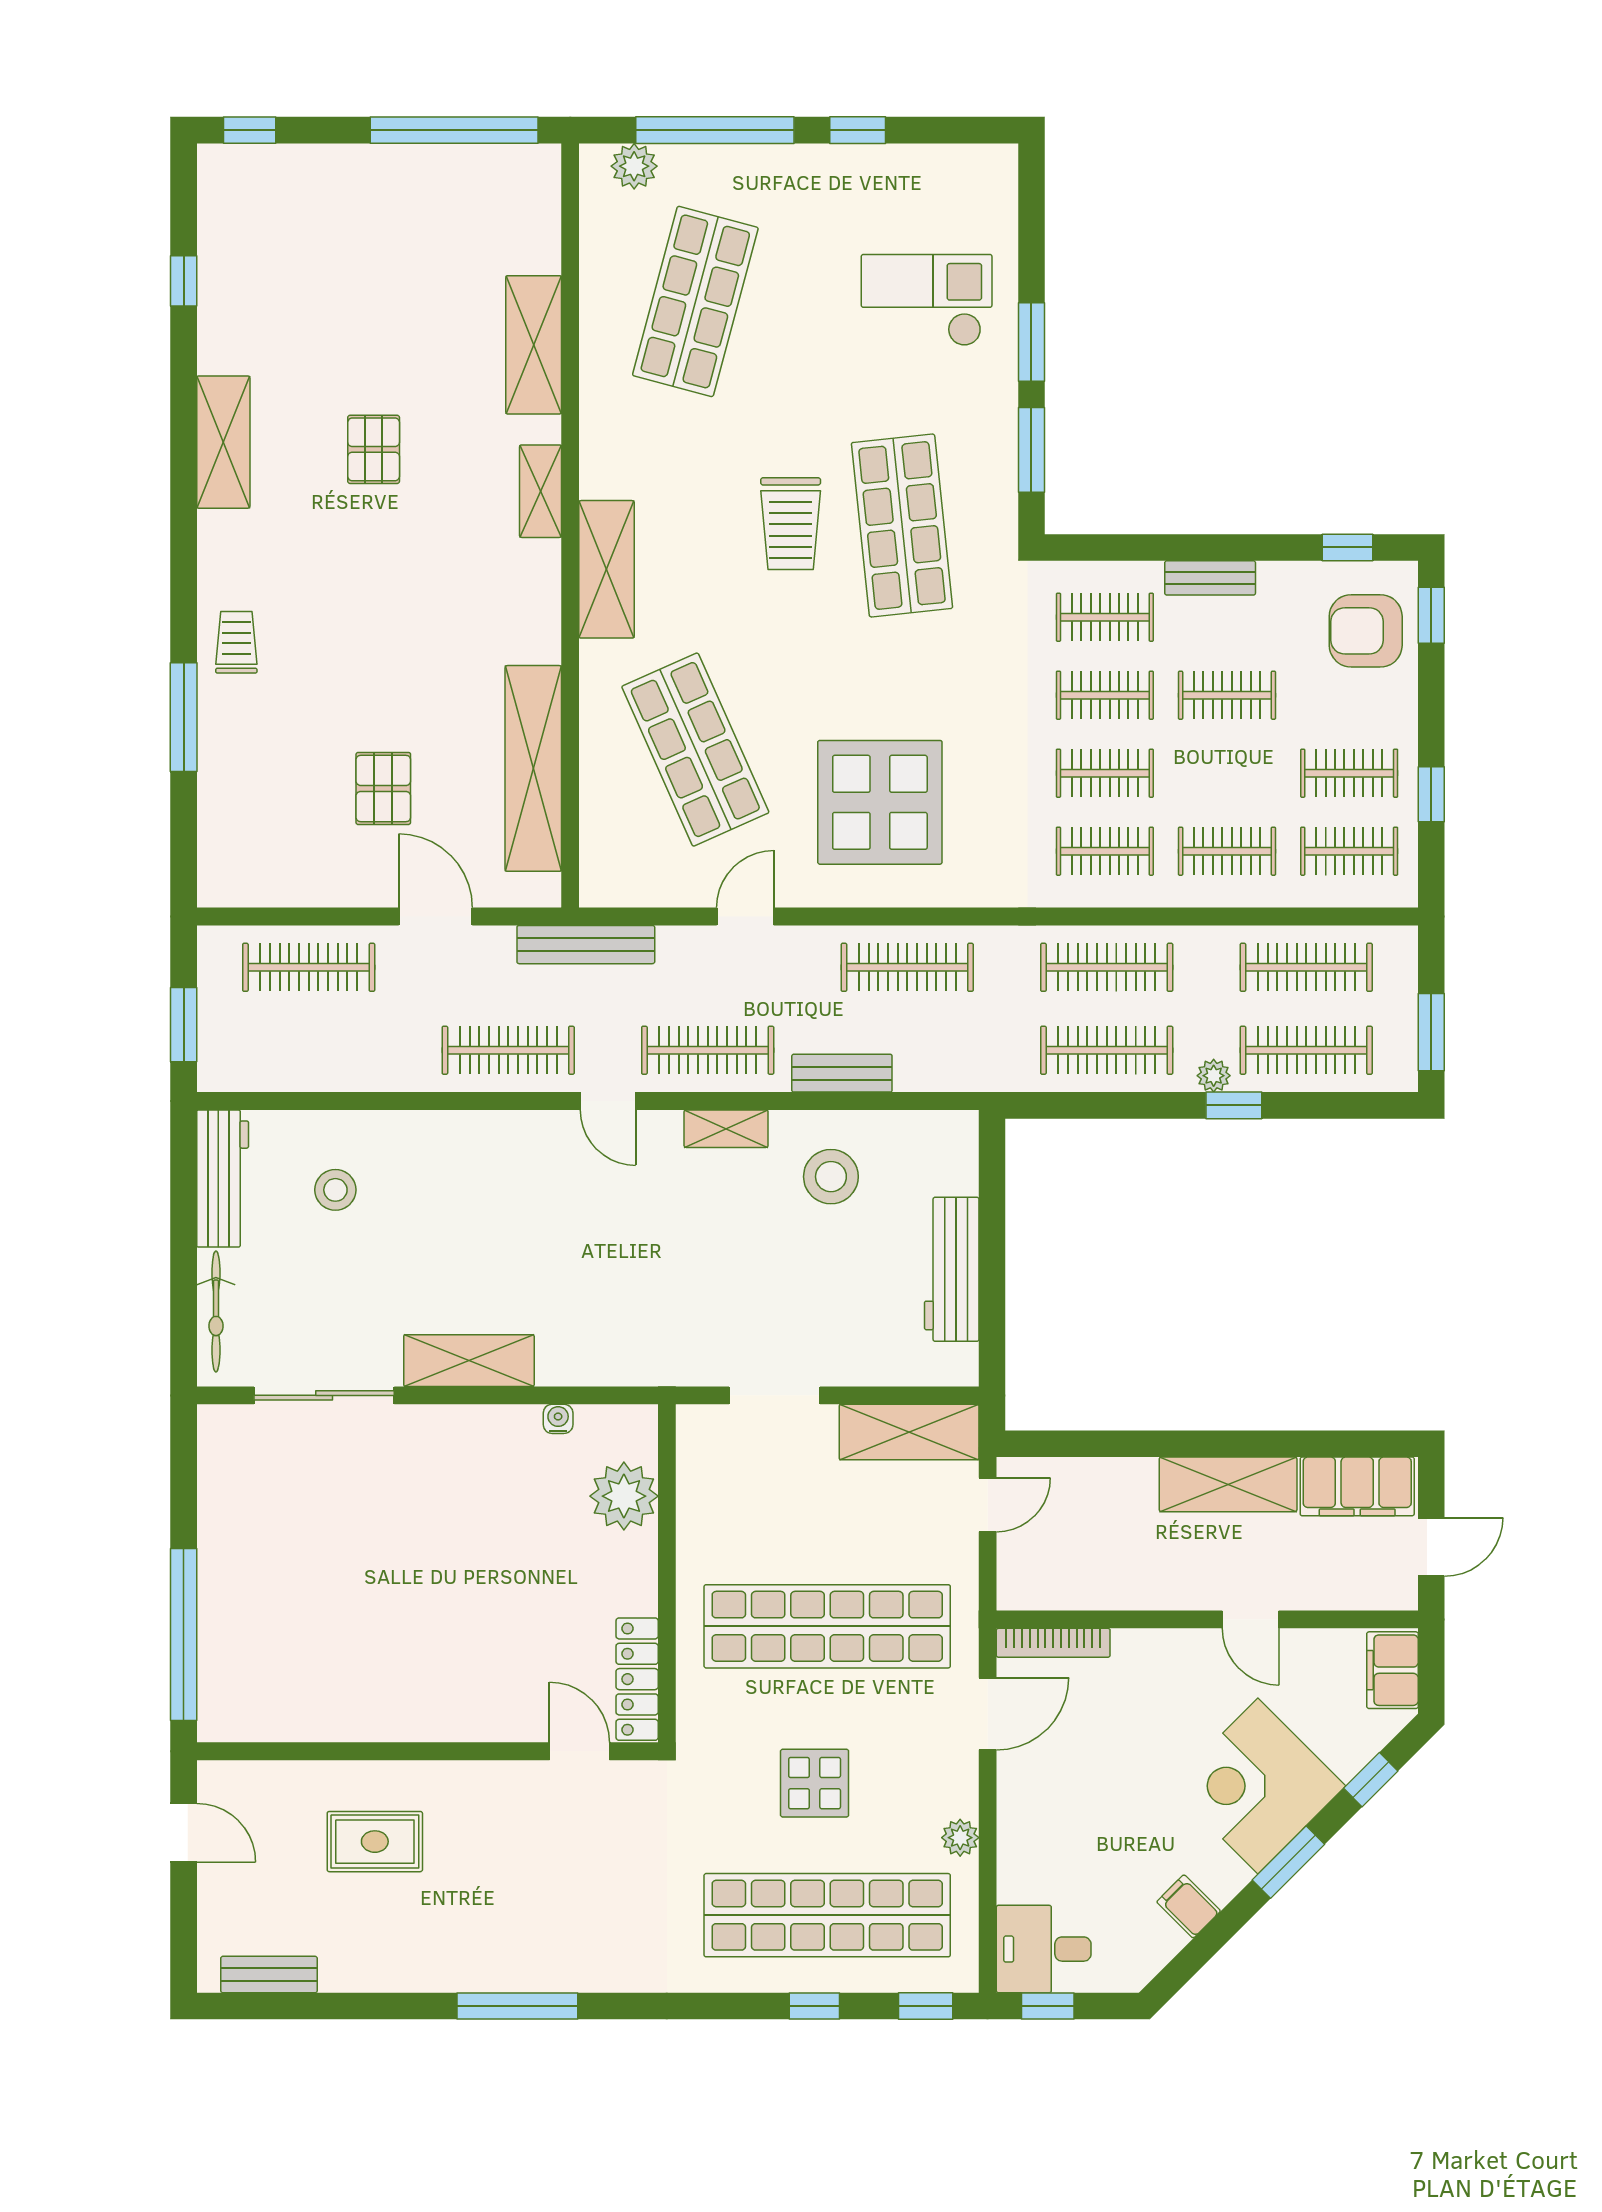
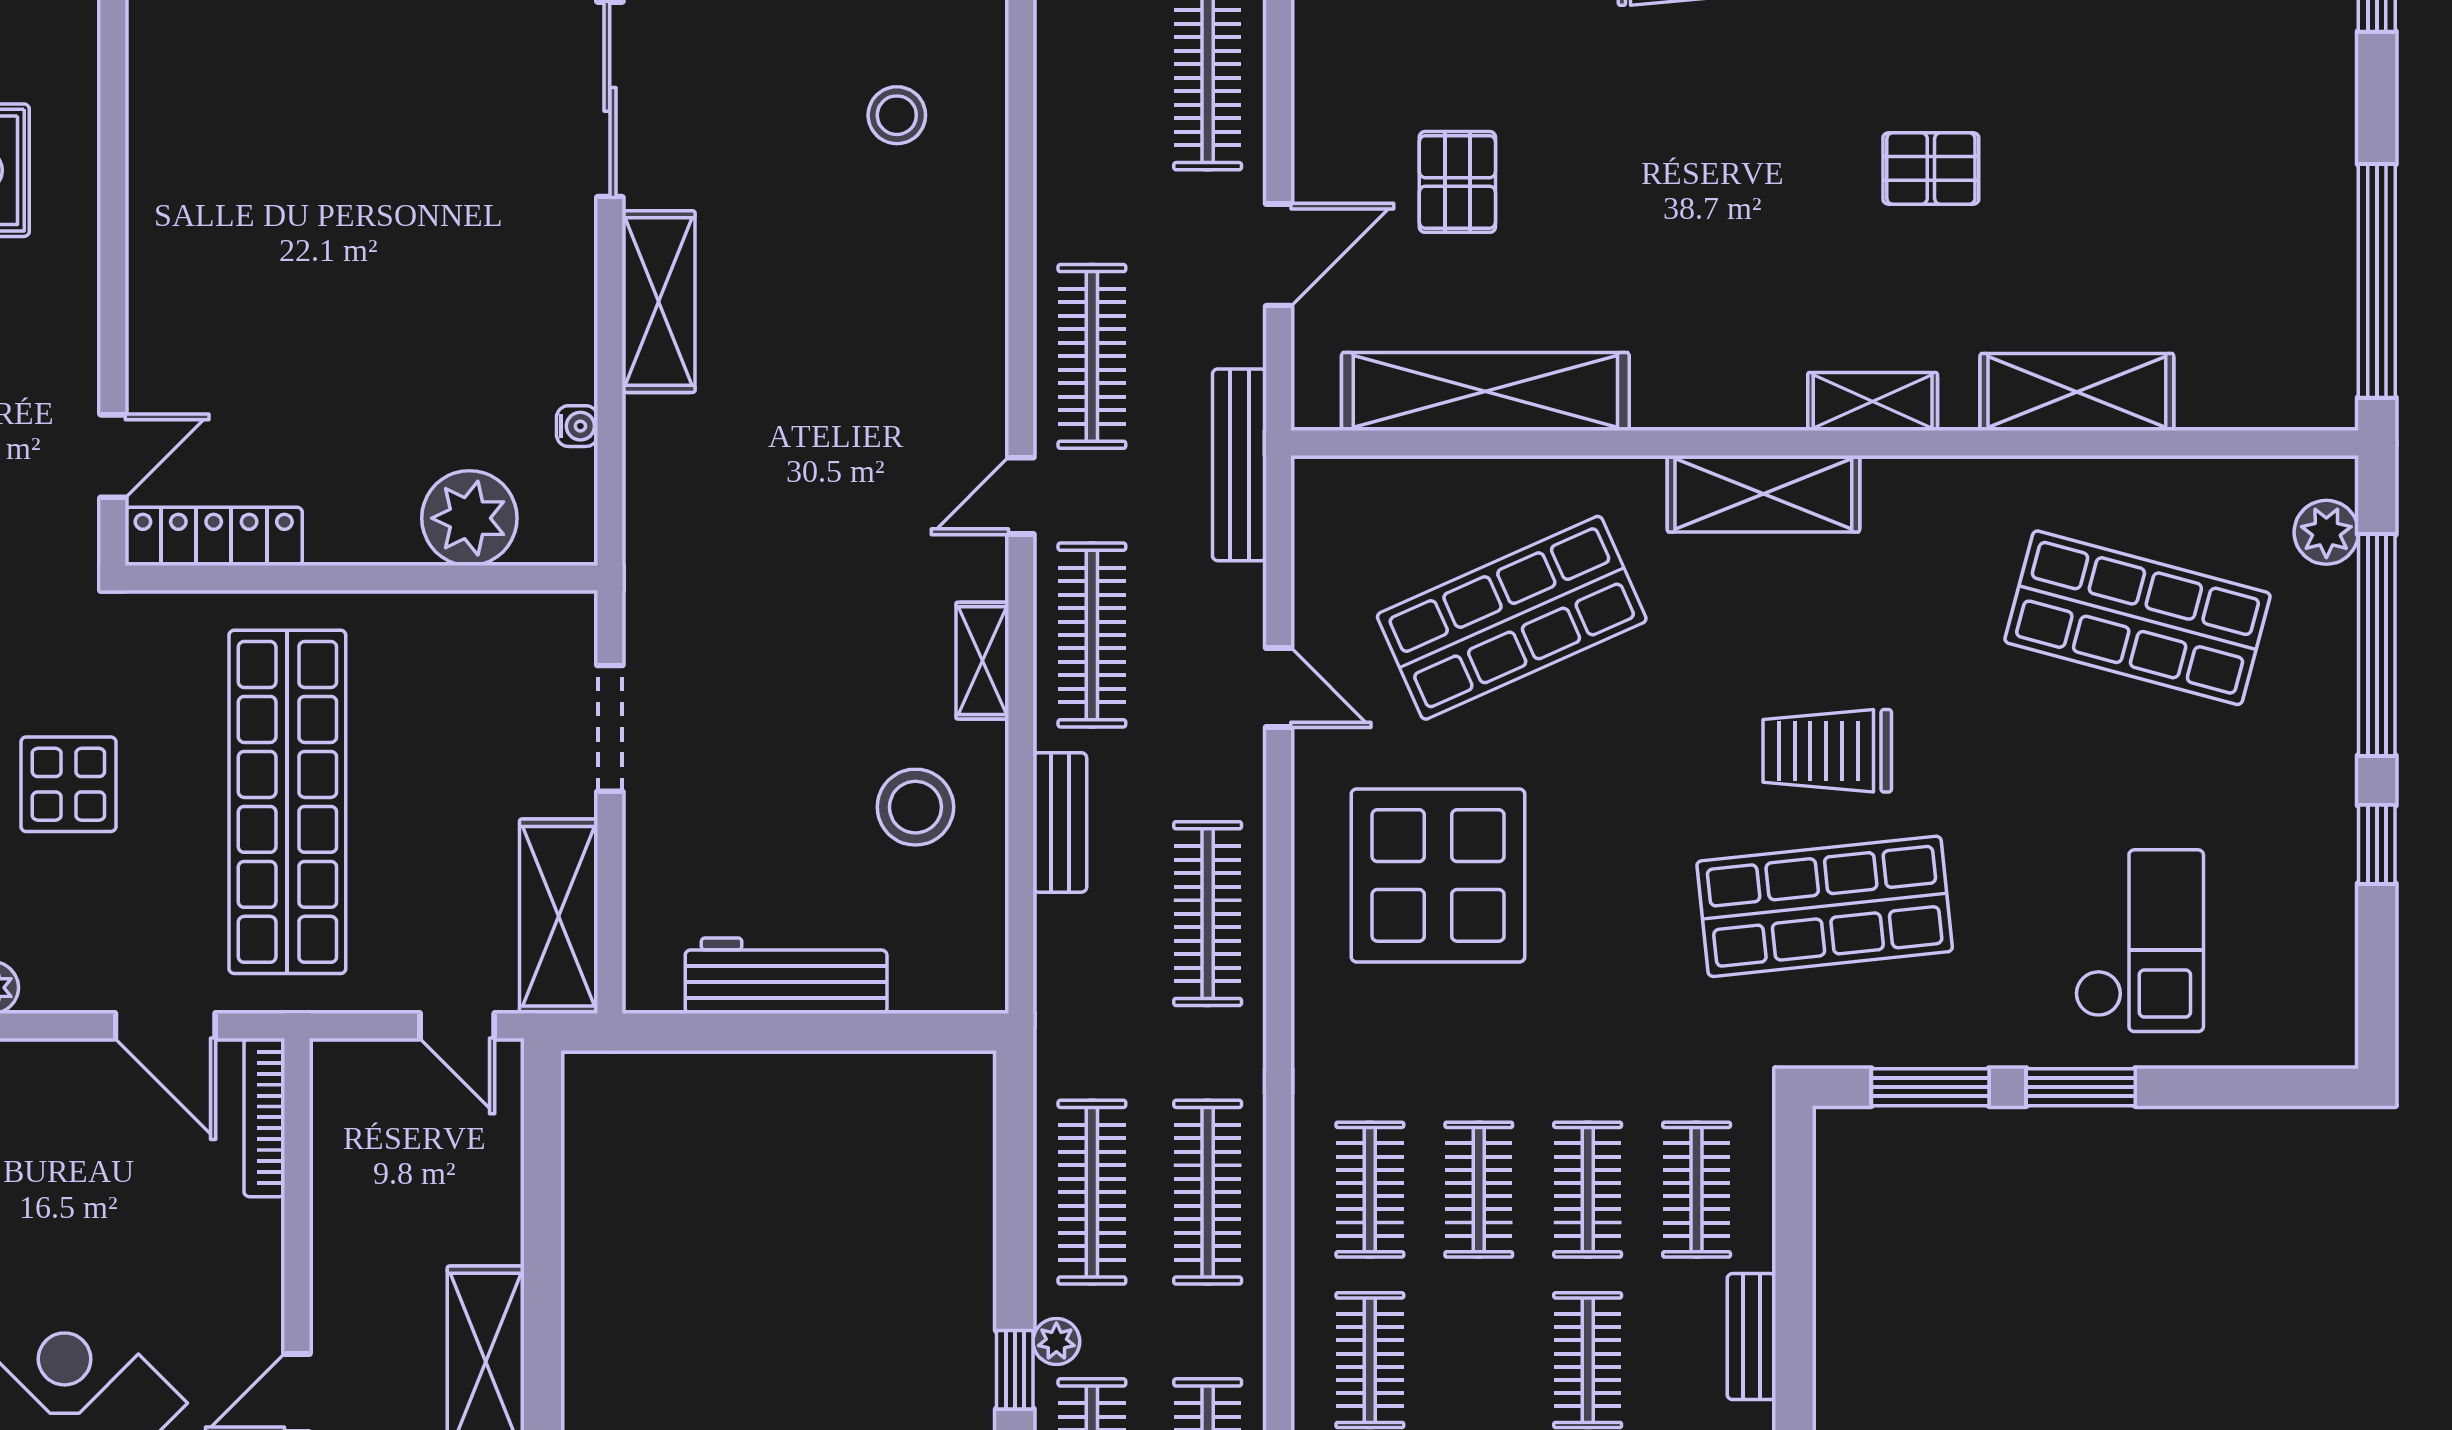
pallet: (383, 788) -> (1457, 182), turned 90

